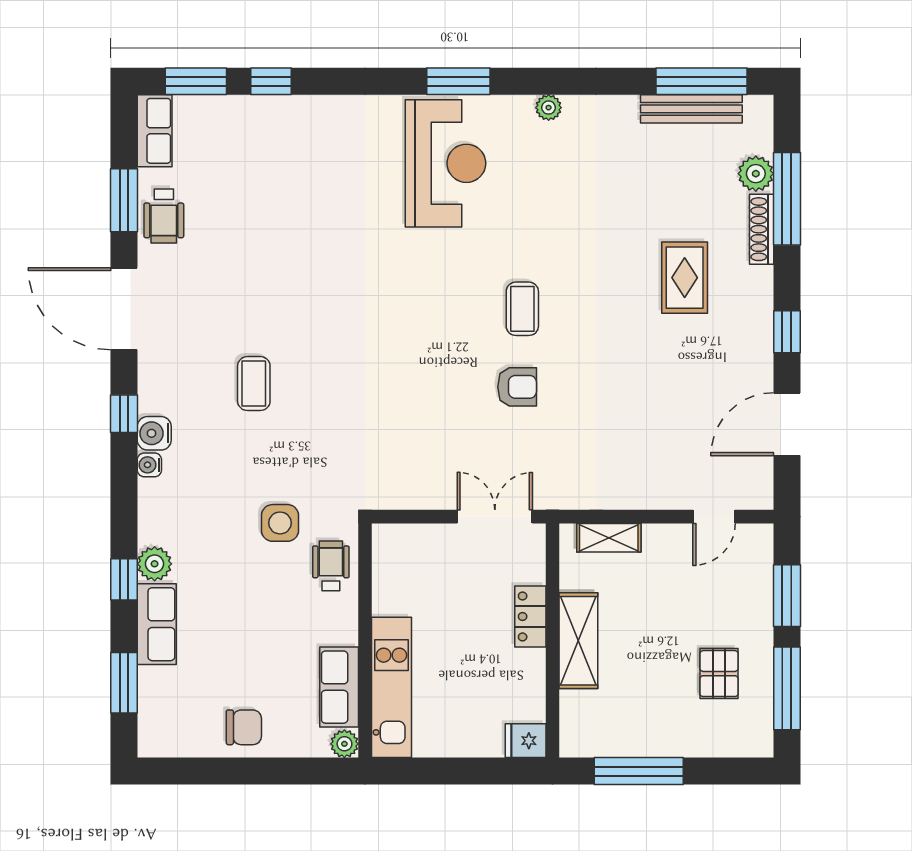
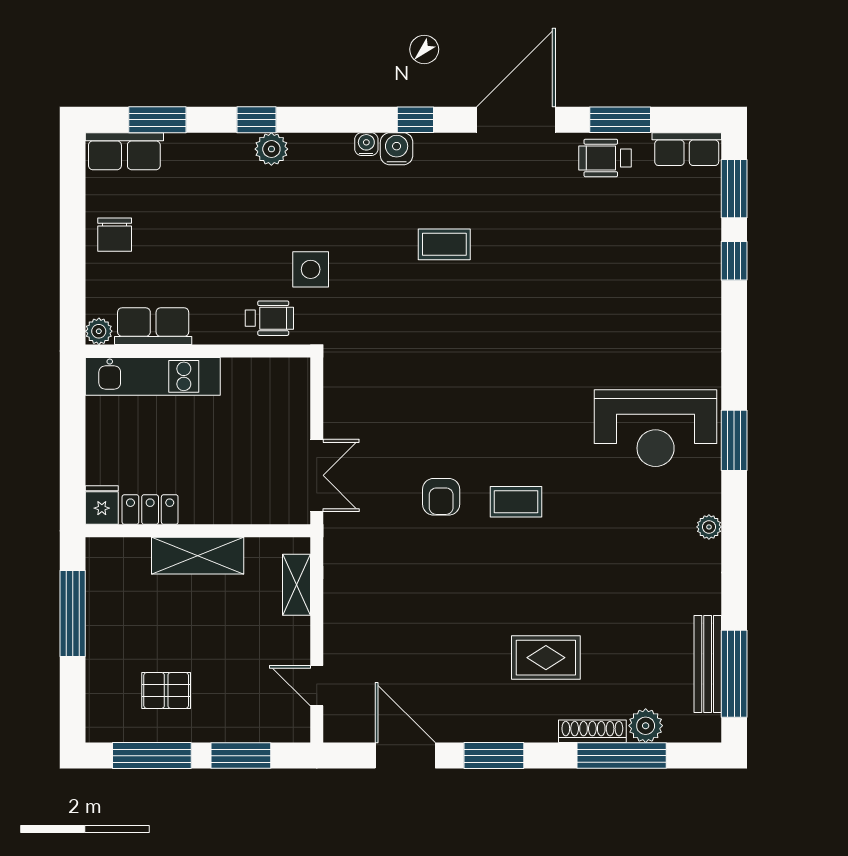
window: (787, 332) -> (494, 756), width x1.50
locker: (530, 616) -> (150, 509), moved
row of seats: (157, 624) -> (124, 151), moved

